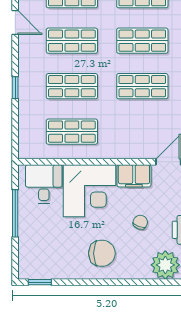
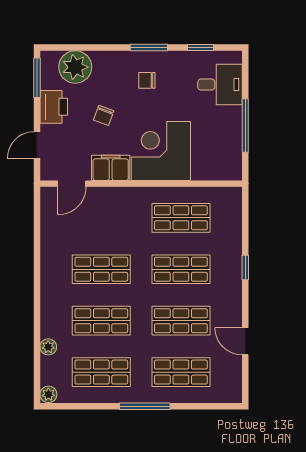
desk: (44, 184) -> (220, 84), moved, turned -90
chair: (102, 253) -> (147, 80), width x0.54, depth x0.54
window: (40, 282) -> (201, 48), moved
window: (100, 282) -> (149, 48), added

